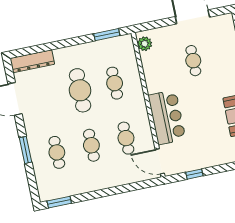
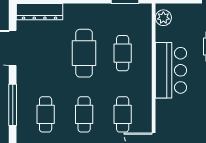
bar counter: (167, 117) -> (171, 70), moved
window: (25, 150) -> (13, 105), width x1.44

